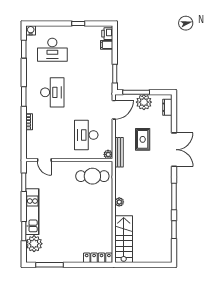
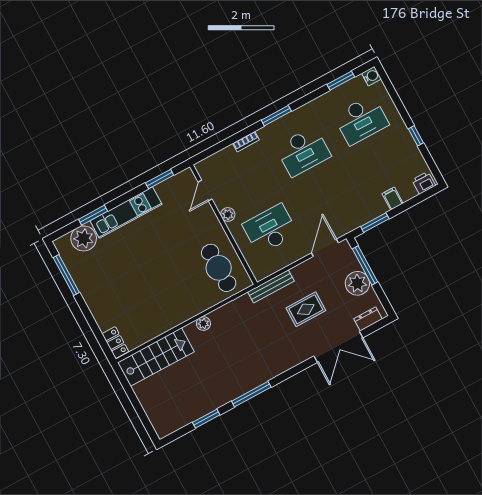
filing cabinet: (107, 45) -> (393, 199), moved
desk: (52, 50) -> (361, 120), turned -90
door: (114, 110) -> (325, 248), swing flipped
double door: (174, 150) -> (338, 347), moved
plant: (108, 154) -> (228, 214), moved
locker: (98, 258) -> (115, 343), width x0.66

